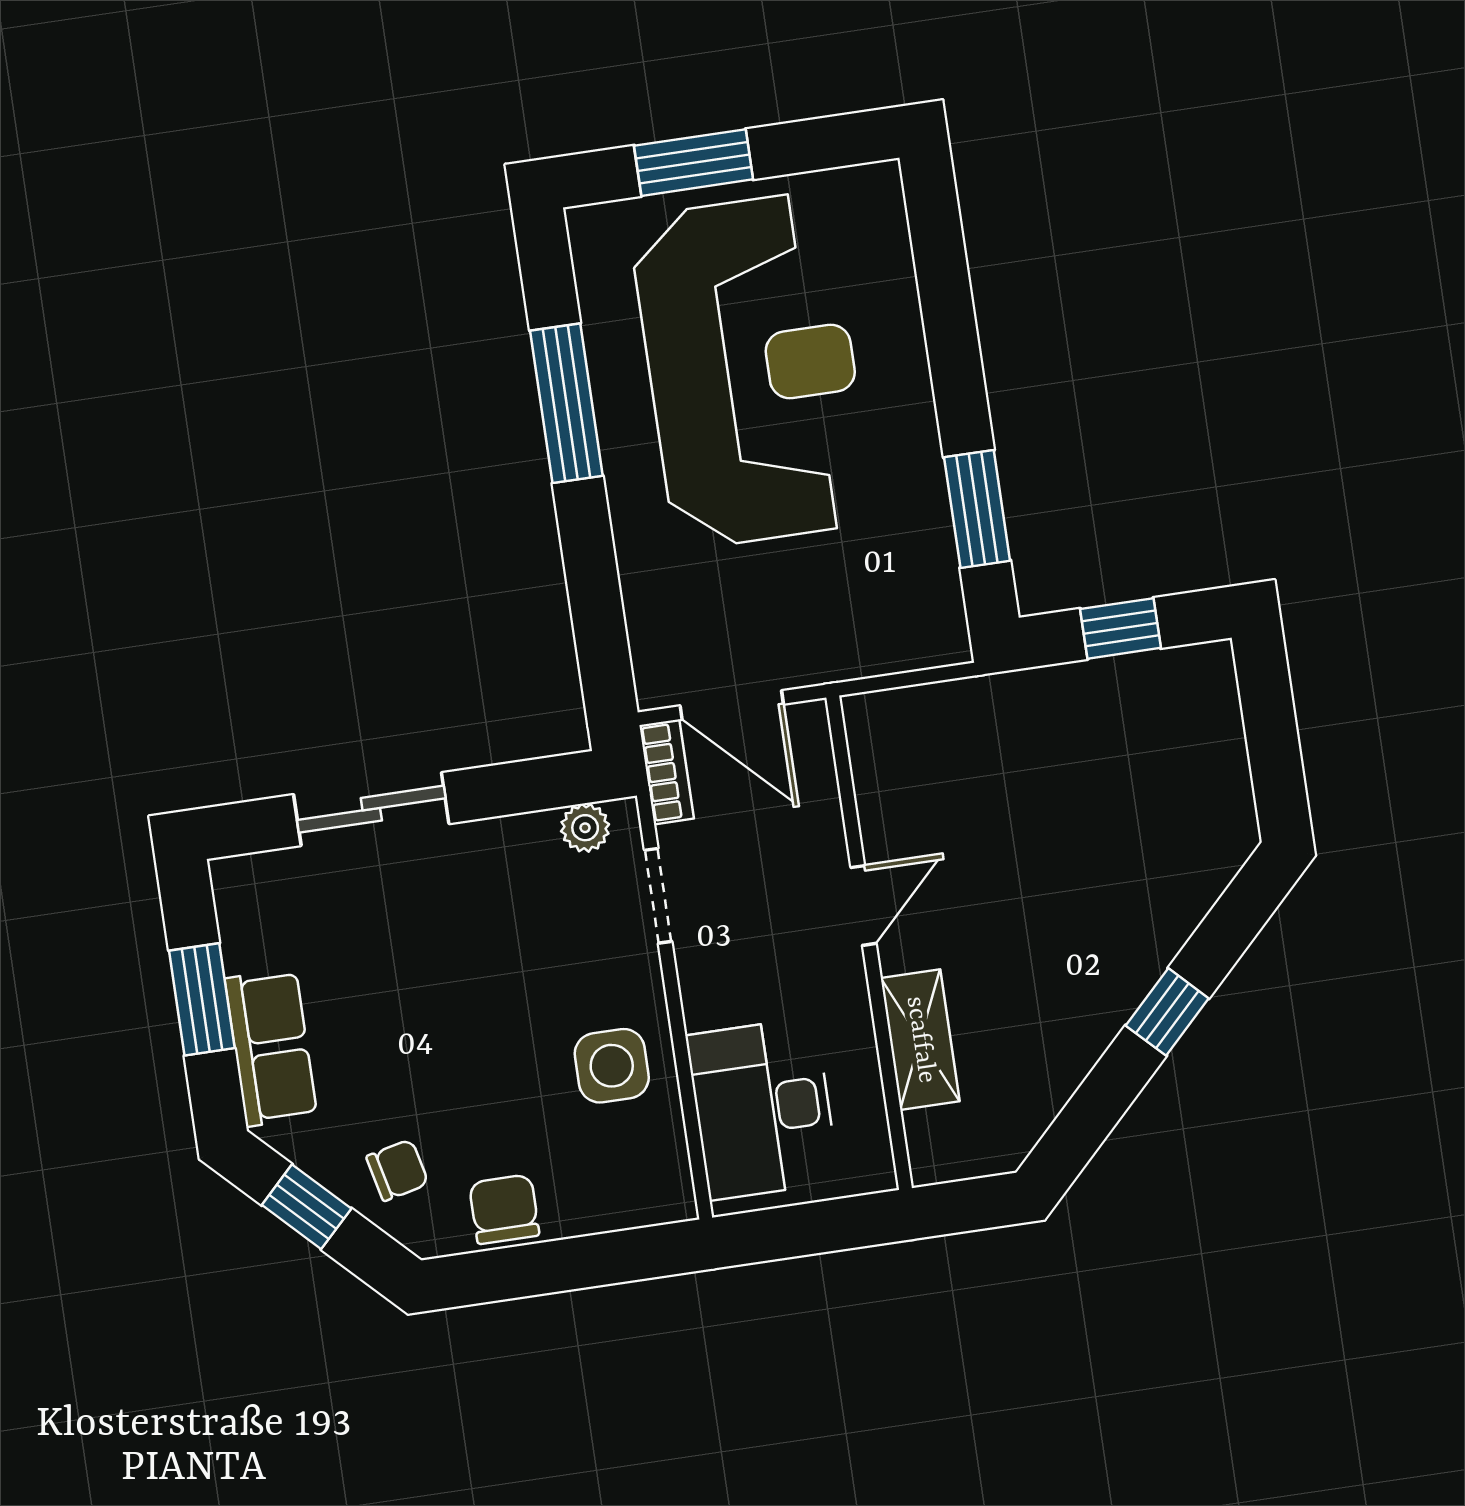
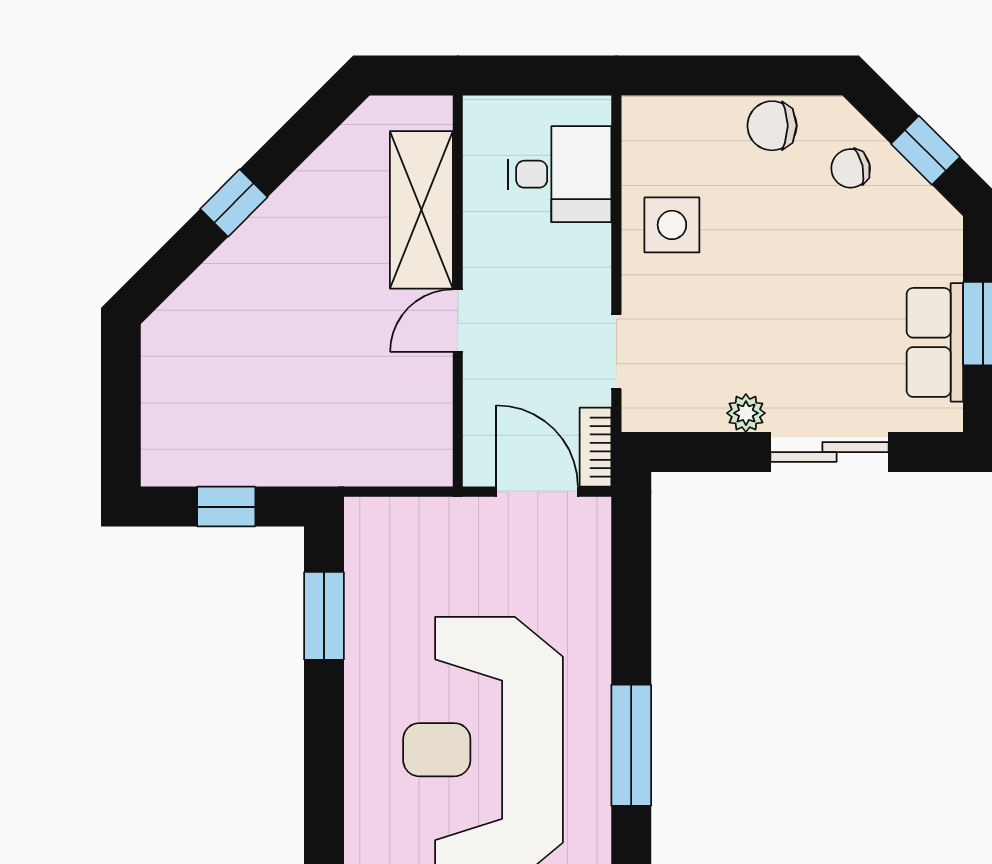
plant: (585, 828) -> (746, 413), moved
shelving: (920, 1040) -> (421, 210), width x1.50, depth x1.33
row of seats: (271, 1048) -> (935, 342), moved
desk: (763, 1109) -> (560, 174), width x0.73
chair: (504, 1209) -> (772, 126), turned 90

